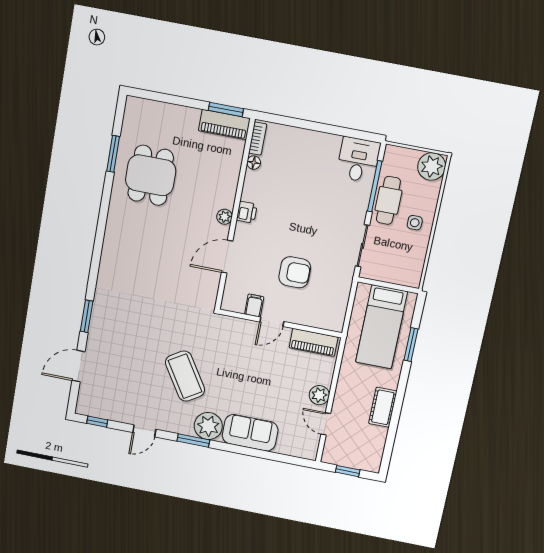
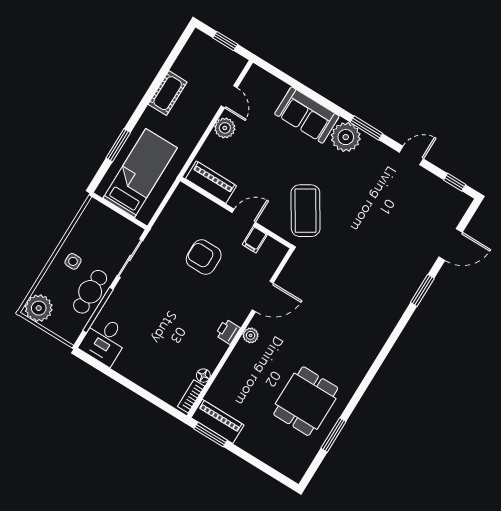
coffee table: (185, 376) -> (306, 211), moved

